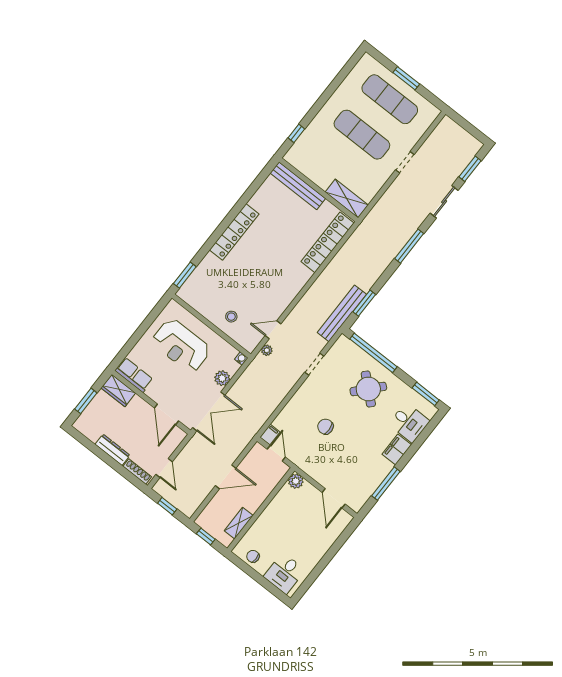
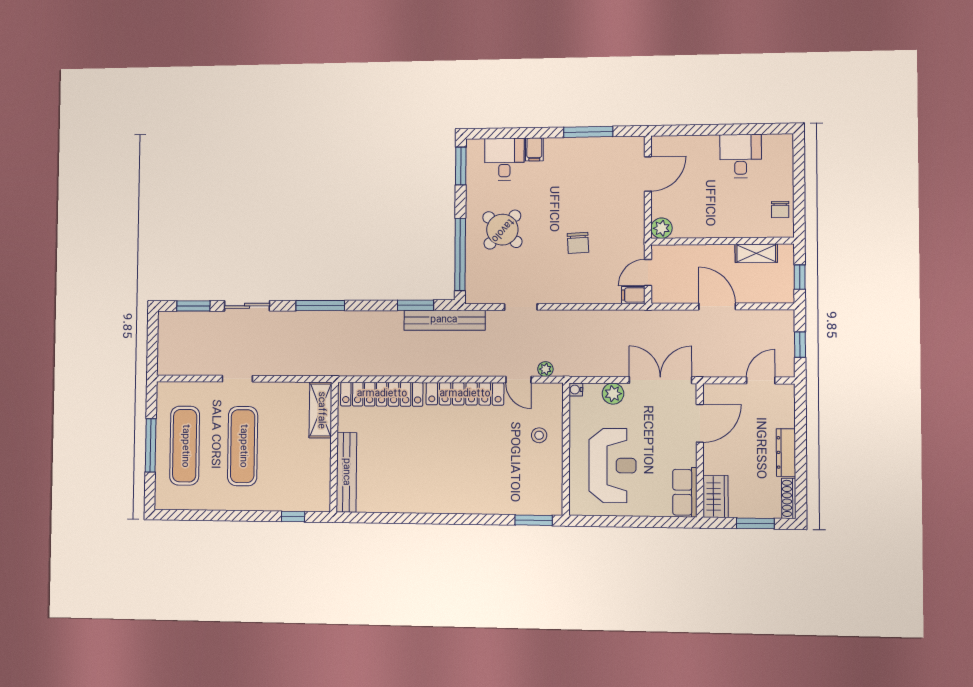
window: (406, 78) -> (151, 445), width x1.44
locker: (234, 232) -> (465, 394), moved, turned 180
filing cabinet: (397, 450) -> (534, 149), width x0.50
shoe rack: (137, 472) -> (789, 498), moved
desk: (284, 573) -> (741, 156), moved, turned -90

